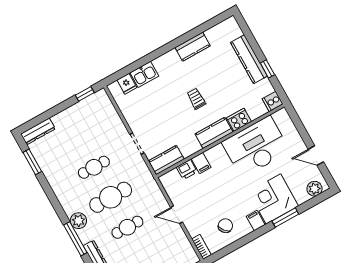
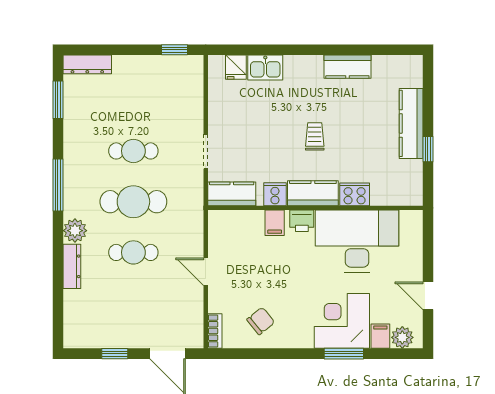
cooker: (273, 101) -> (275, 194), moved, turned 90
printer: (187, 170) -> (302, 221), moved
plant: (78, 221) -> (75, 231), moved
filing cabinet: (256, 221) -> (380, 336), moved
window: (75, 239) -> (58, 185), moved

